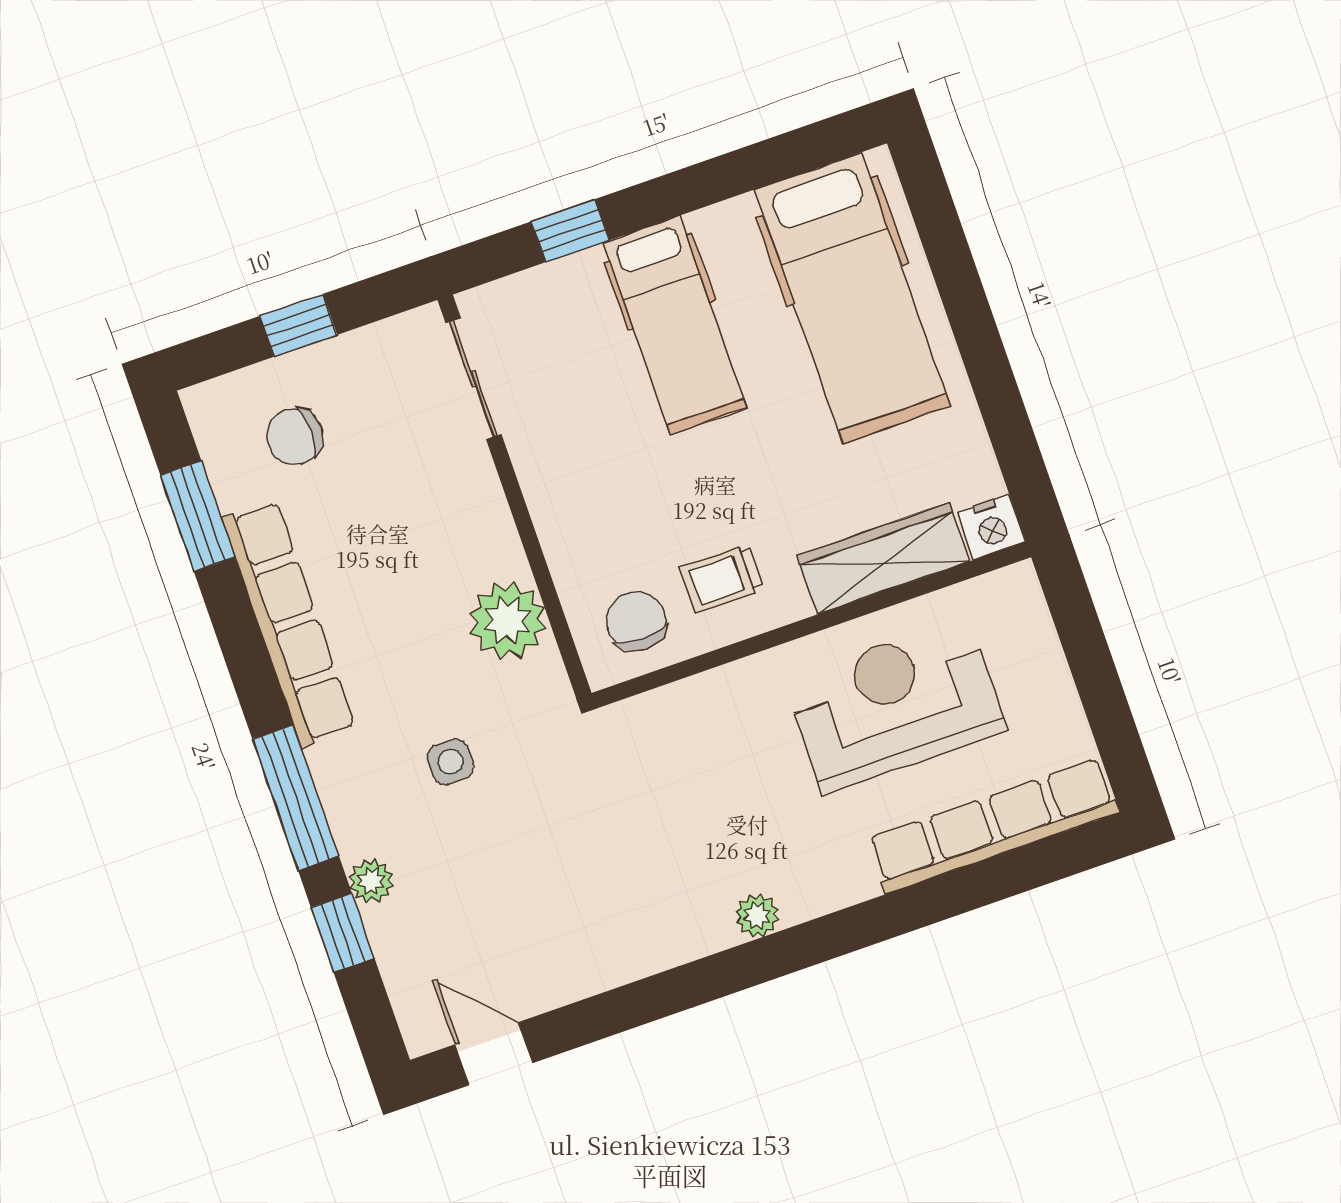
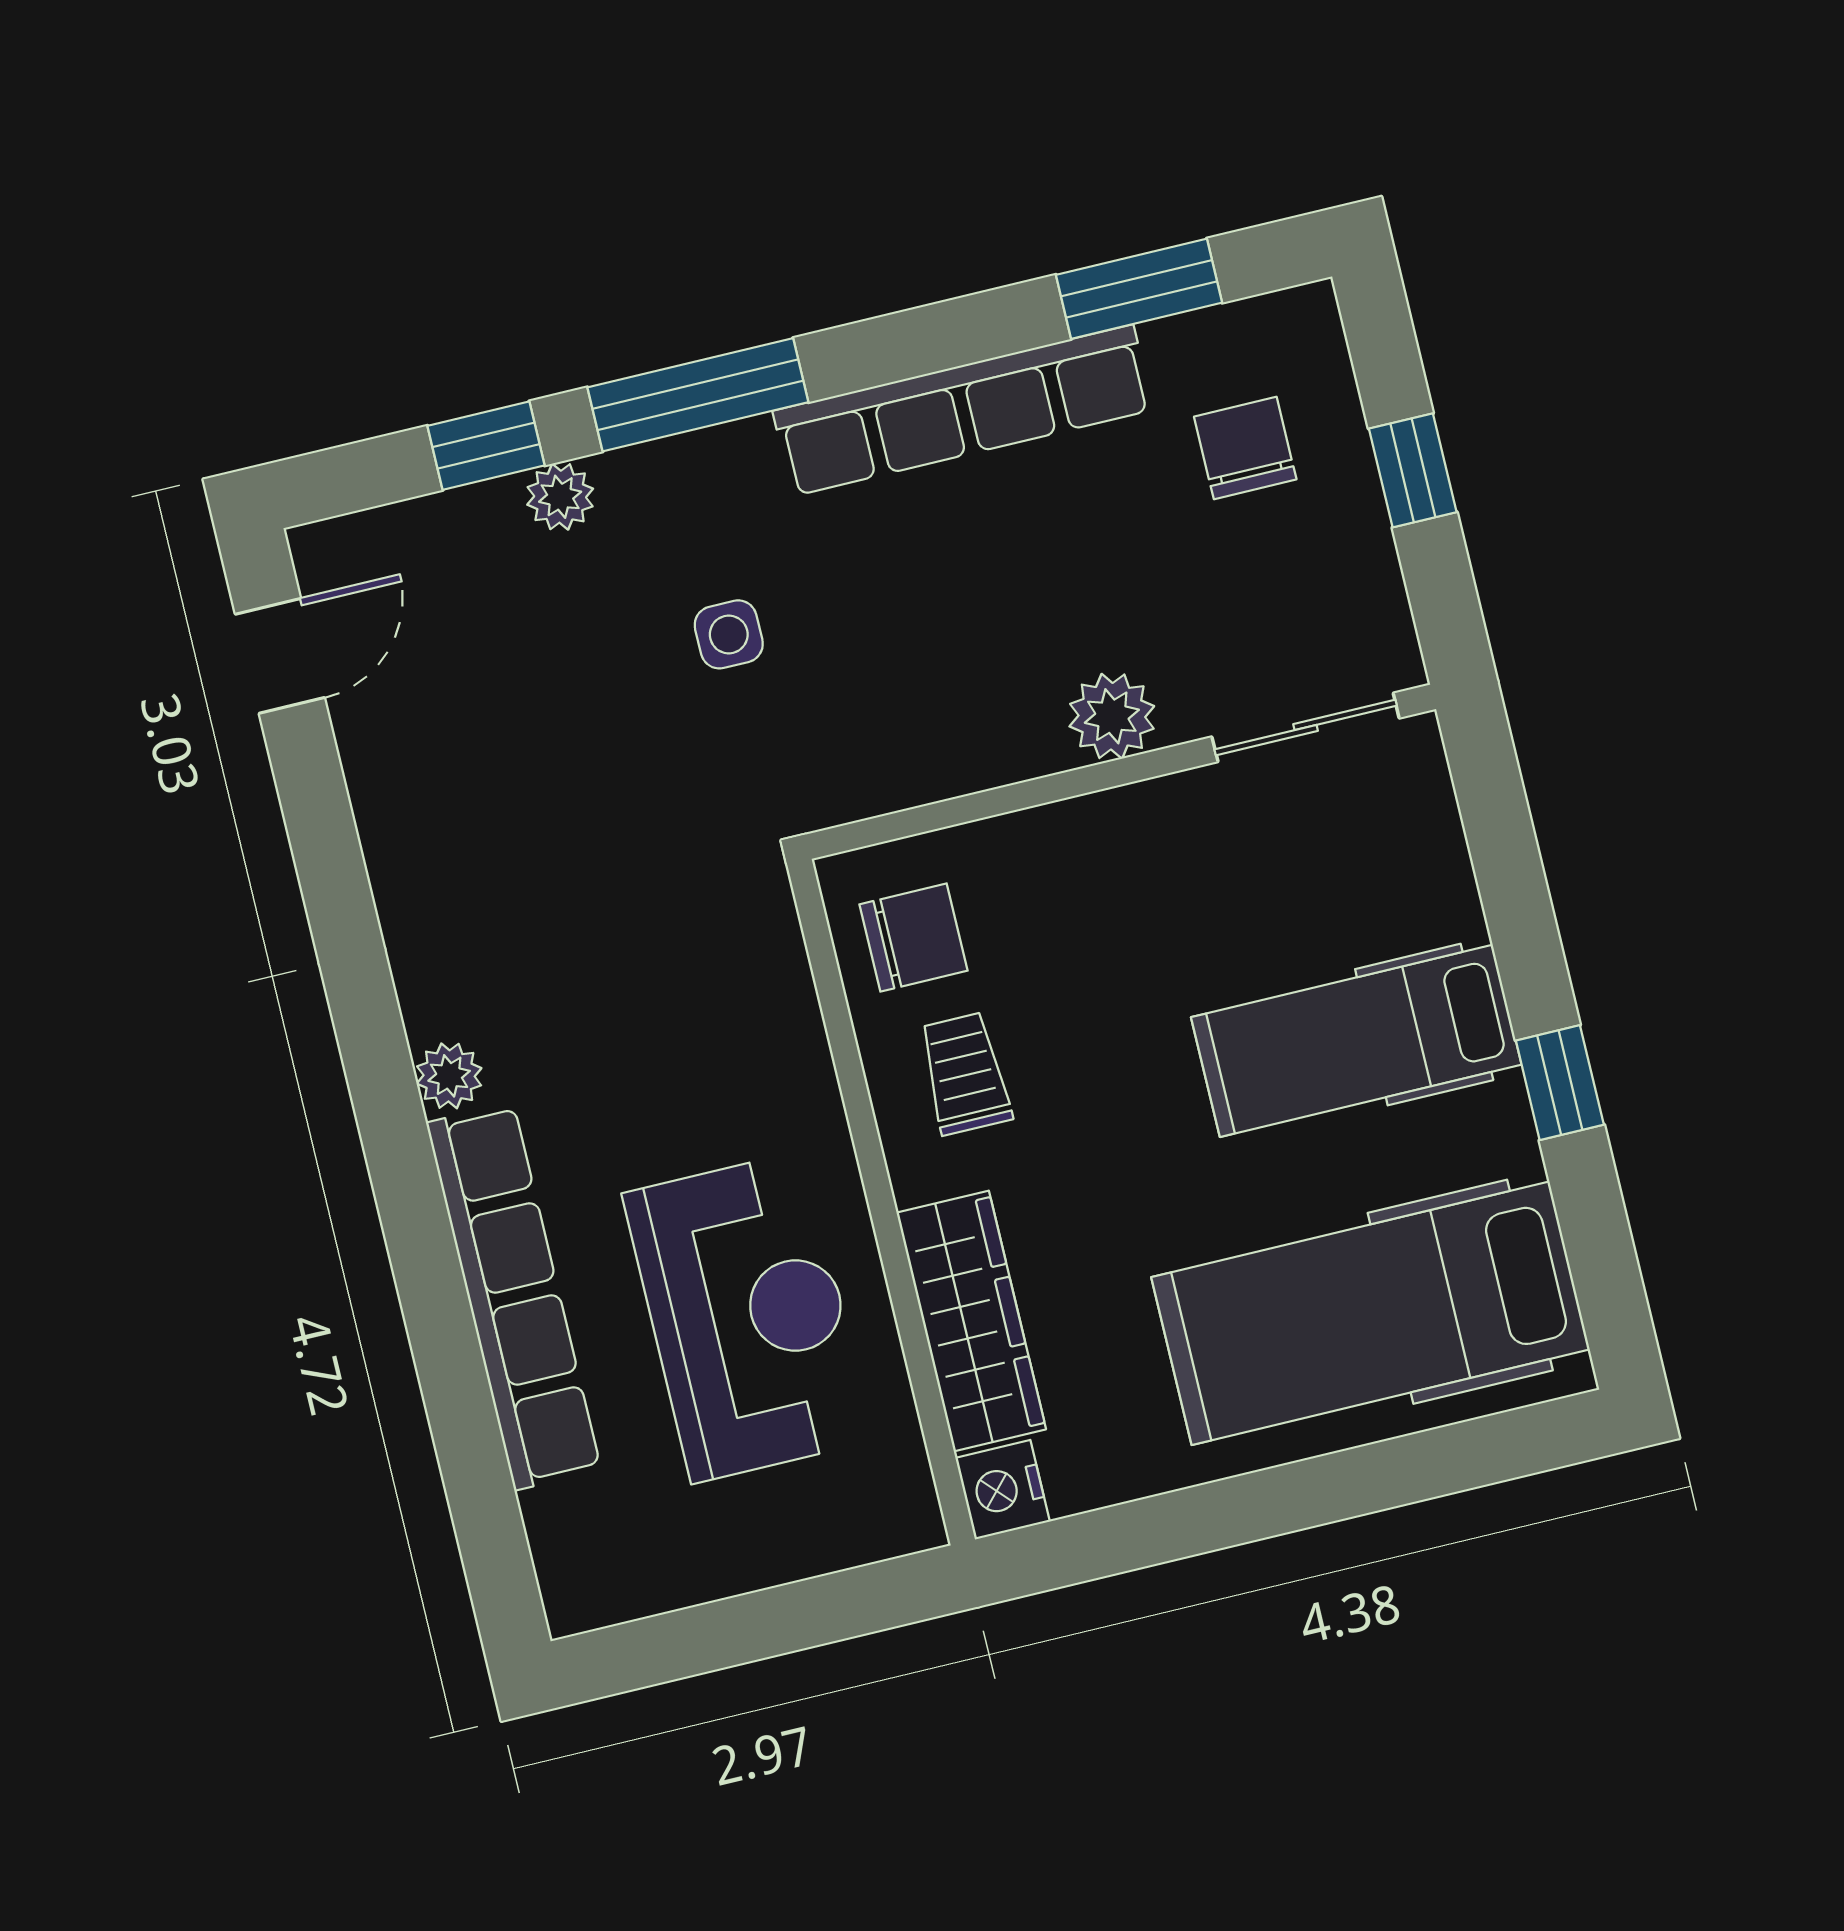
window: (570, 231) -> (1560, 1083), moved
plant: (508, 620) -> (1112, 716), moved, width x0.73, depth x0.73
row of seats: (993, 826) -> (514, 1296), moved

